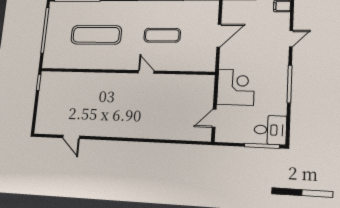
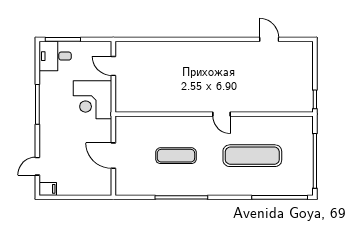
door: (219, 36) -> (113, 156), hinge flipped
door: (291, 39) -> (37, 166), moved
door: (146, 72) -> (222, 114), moved
door: (214, 118) -> (113, 66), swing flipped

